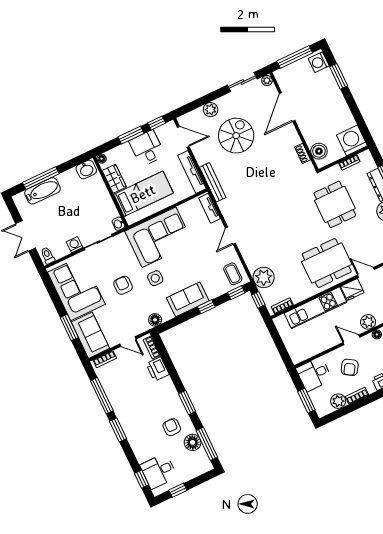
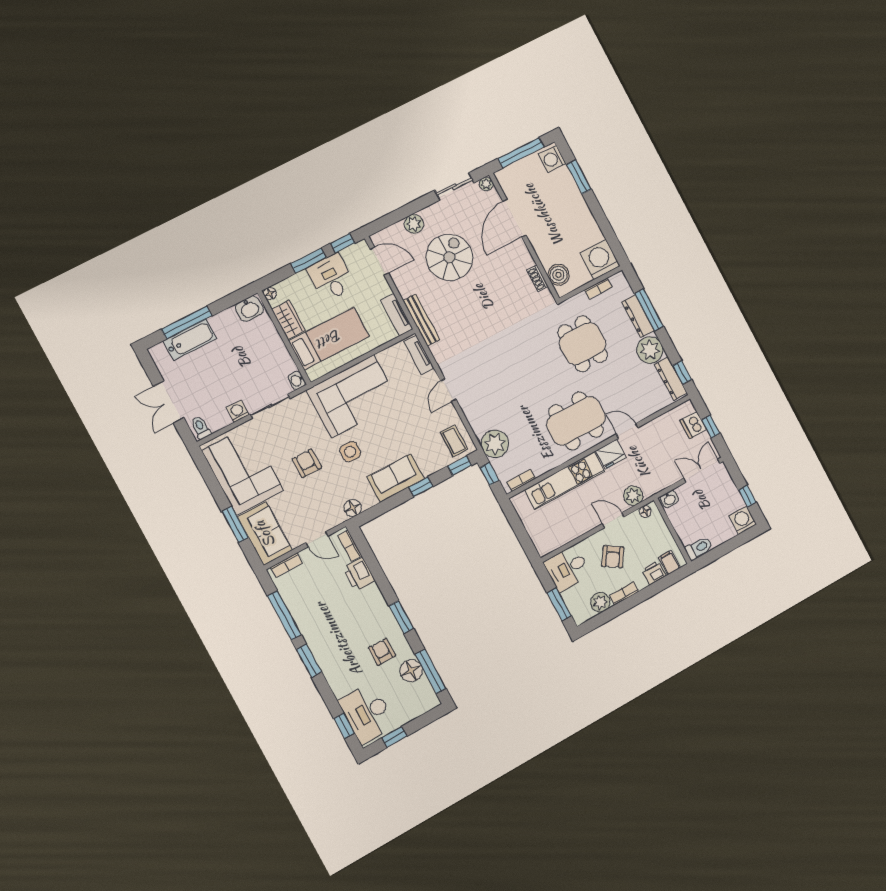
tv unit: (192, 172) -> (397, 315), width x0.71
desk: (159, 471) -> (367, 713), width x1.37

